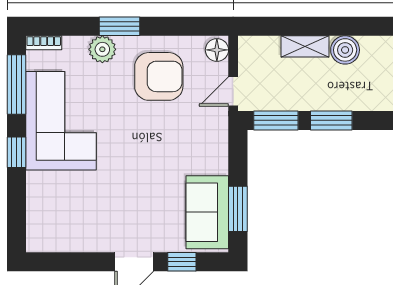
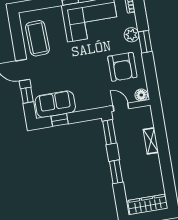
boiler: (345, 50) -> (153, 162), removed
window: (331, 120) -> (116, 172), moved
window: (238, 209) -> (60, 120), width x0.67
coffee table: (80, 225) -> (37, 38), added

